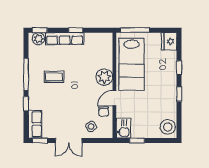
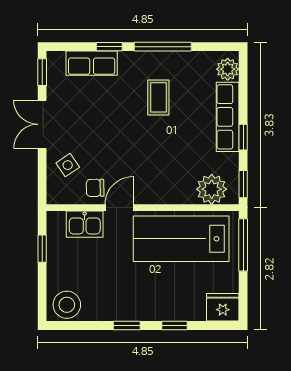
window: (40, 30) -> (243, 184), moved
plant: (104, 77) -> (212, 189), moved
door: (114, 98) -> (119, 208), hinge flipped
row of seats: (35, 124) -> (92, 63), moved
kitchen sink: (123, 128) -> (85, 224), moved

